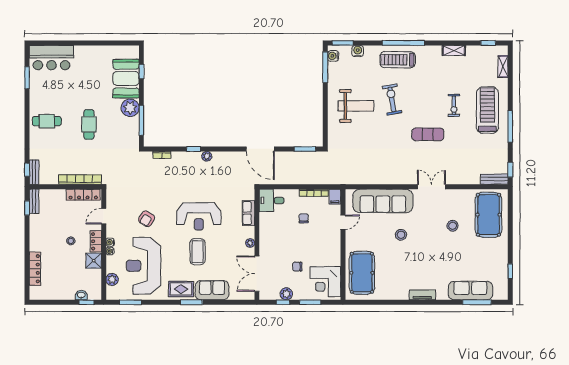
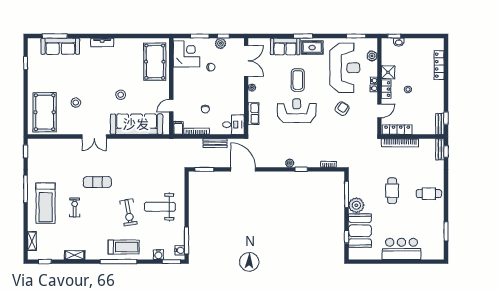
bar counter: (51, 58) -> (401, 249), moved
bench: (494, 179) -> (215, 143), moved

